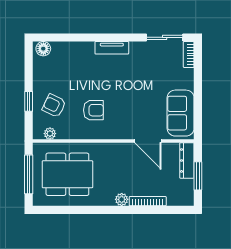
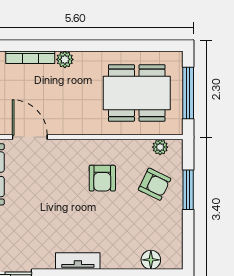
floor lamp: (43, 49) -> (151, 260), moved
window: (29, 101) -> (188, 190), width x1.50
armchair: (93, 110) -> (102, 178), turned -90

